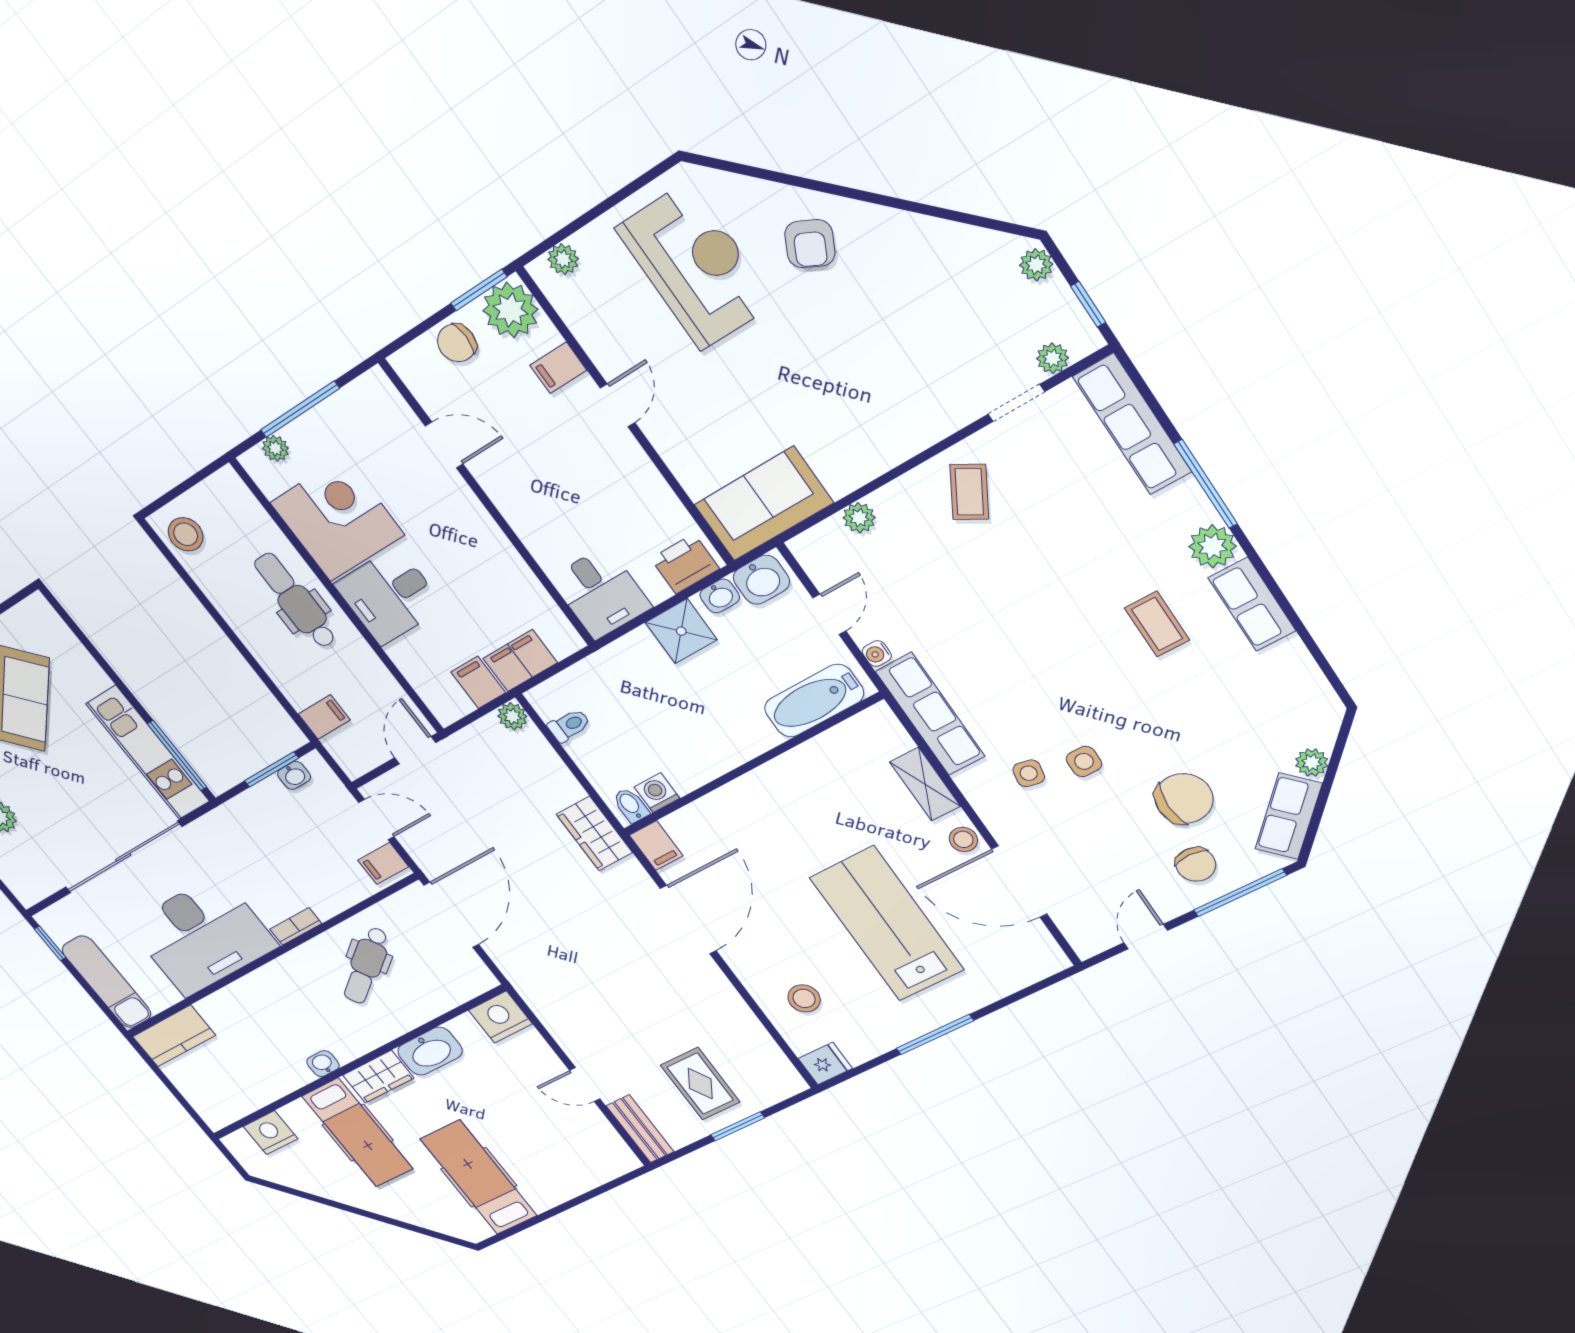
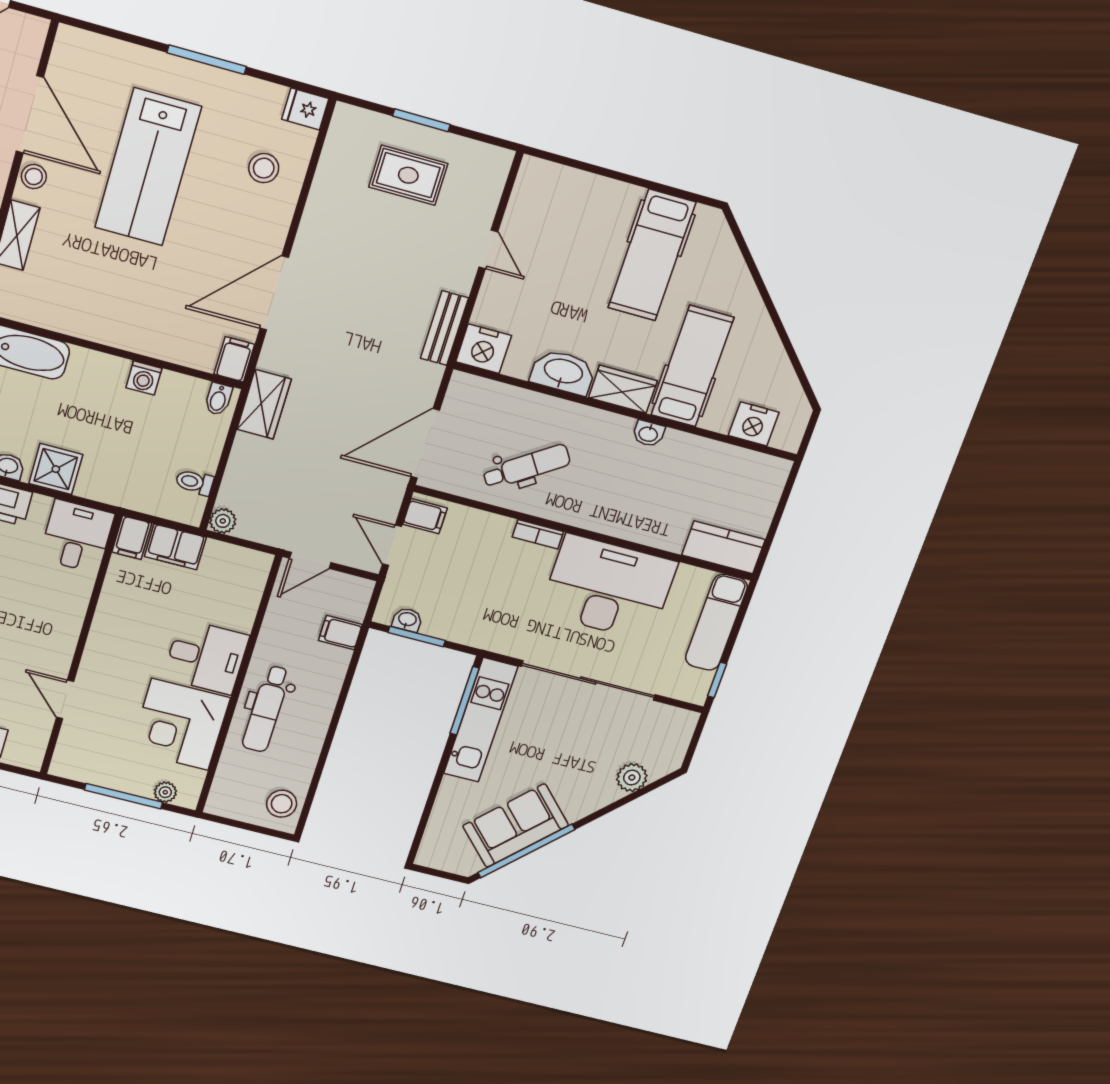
filing cabinet: (478, 682) -> (132, 538), moved
washing machine: (657, 793) -> (144, 378), moved
rug: (700, 1084) -> (408, 175), turned 90
bench: (640, 1129) -> (444, 328), moved

